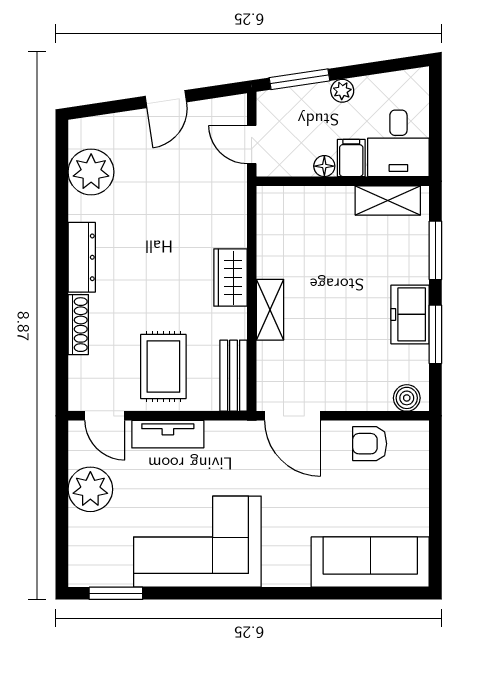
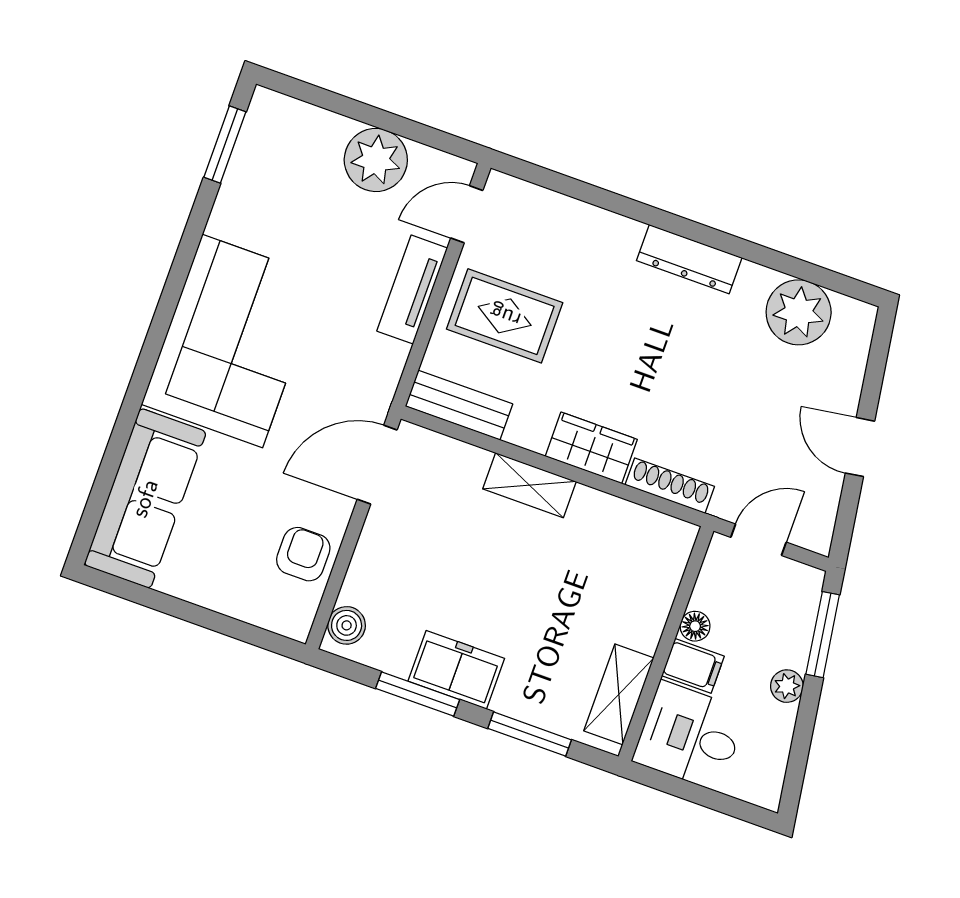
shoe rack: (78, 325) -> (670, 486), moved, turned 180
corner sofa: (197, 542) -> (232, 341), moved

